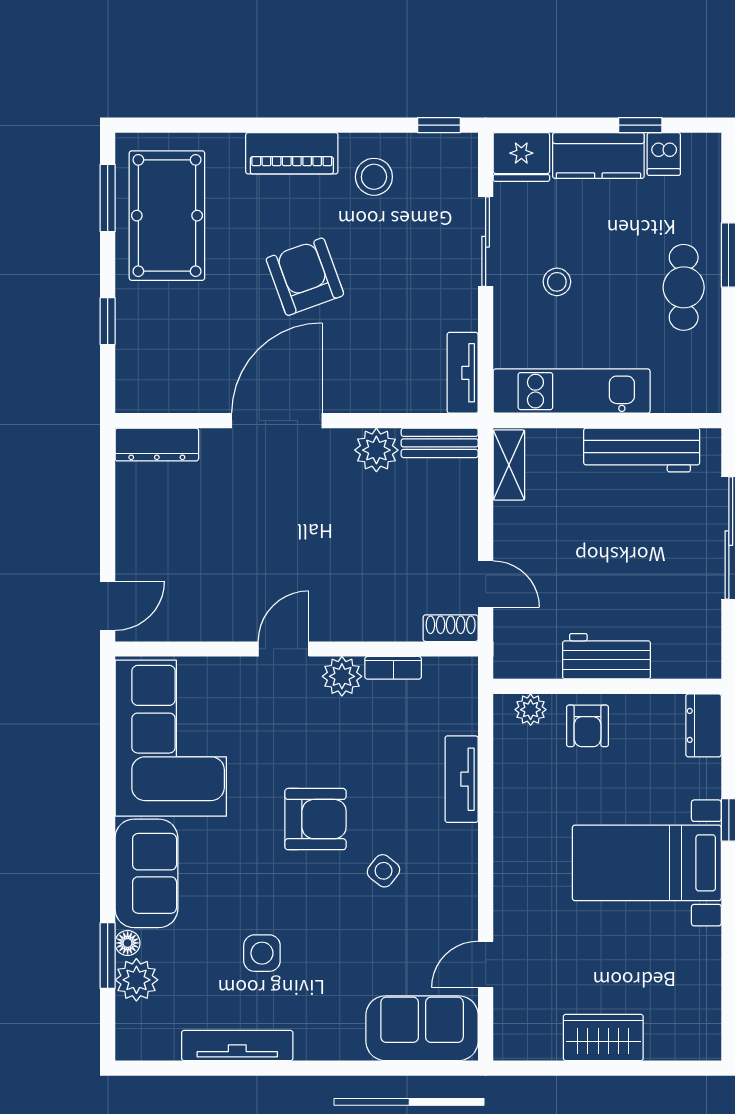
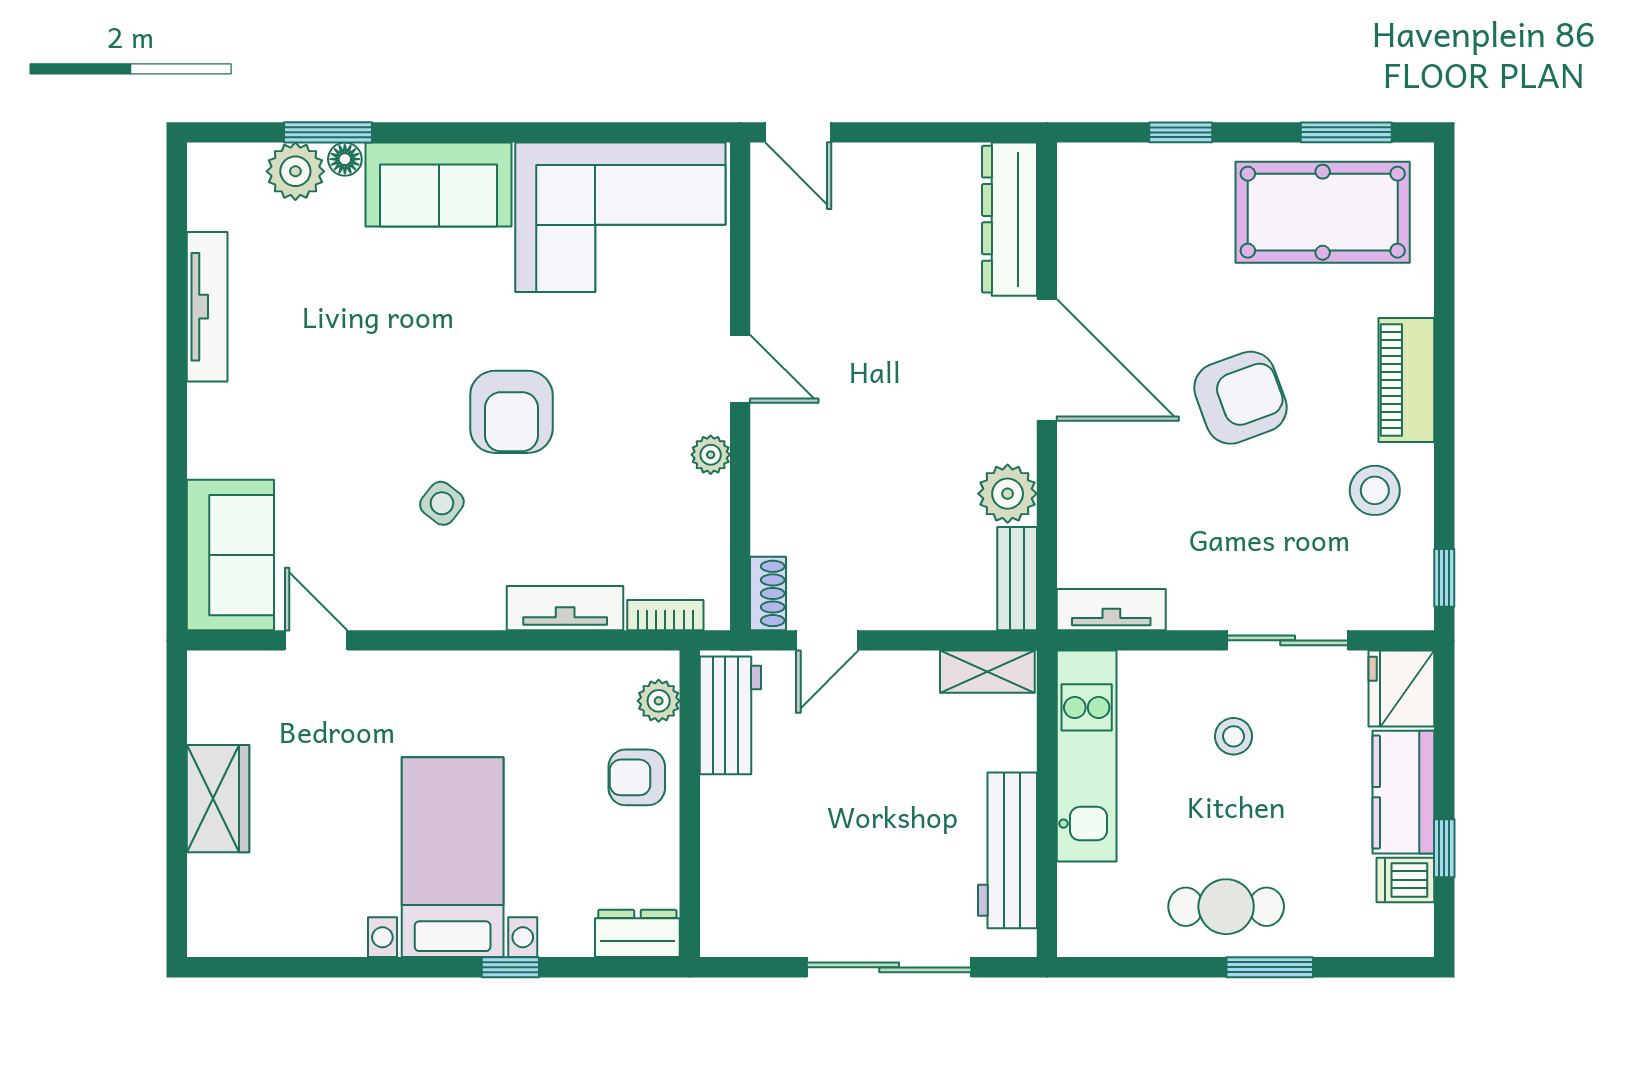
dresser: (157, 445) -> (1009, 219), width x1.37, depth x1.24
workbench: (607, 656) -> (730, 715), moved
bookcase: (393, 668) -> (665, 615), moved, turned 90
plant: (342, 676) -> (711, 455), width x0.73, depth x0.73
side table: (262, 953) -> (331, 340), removed

